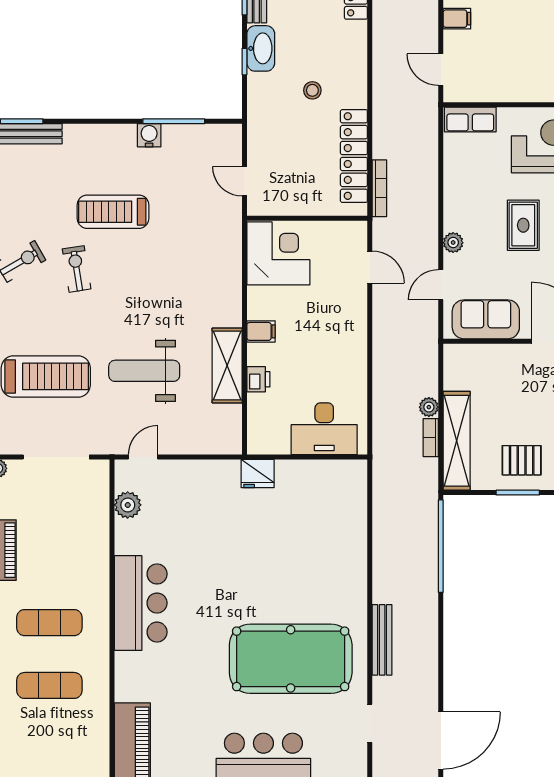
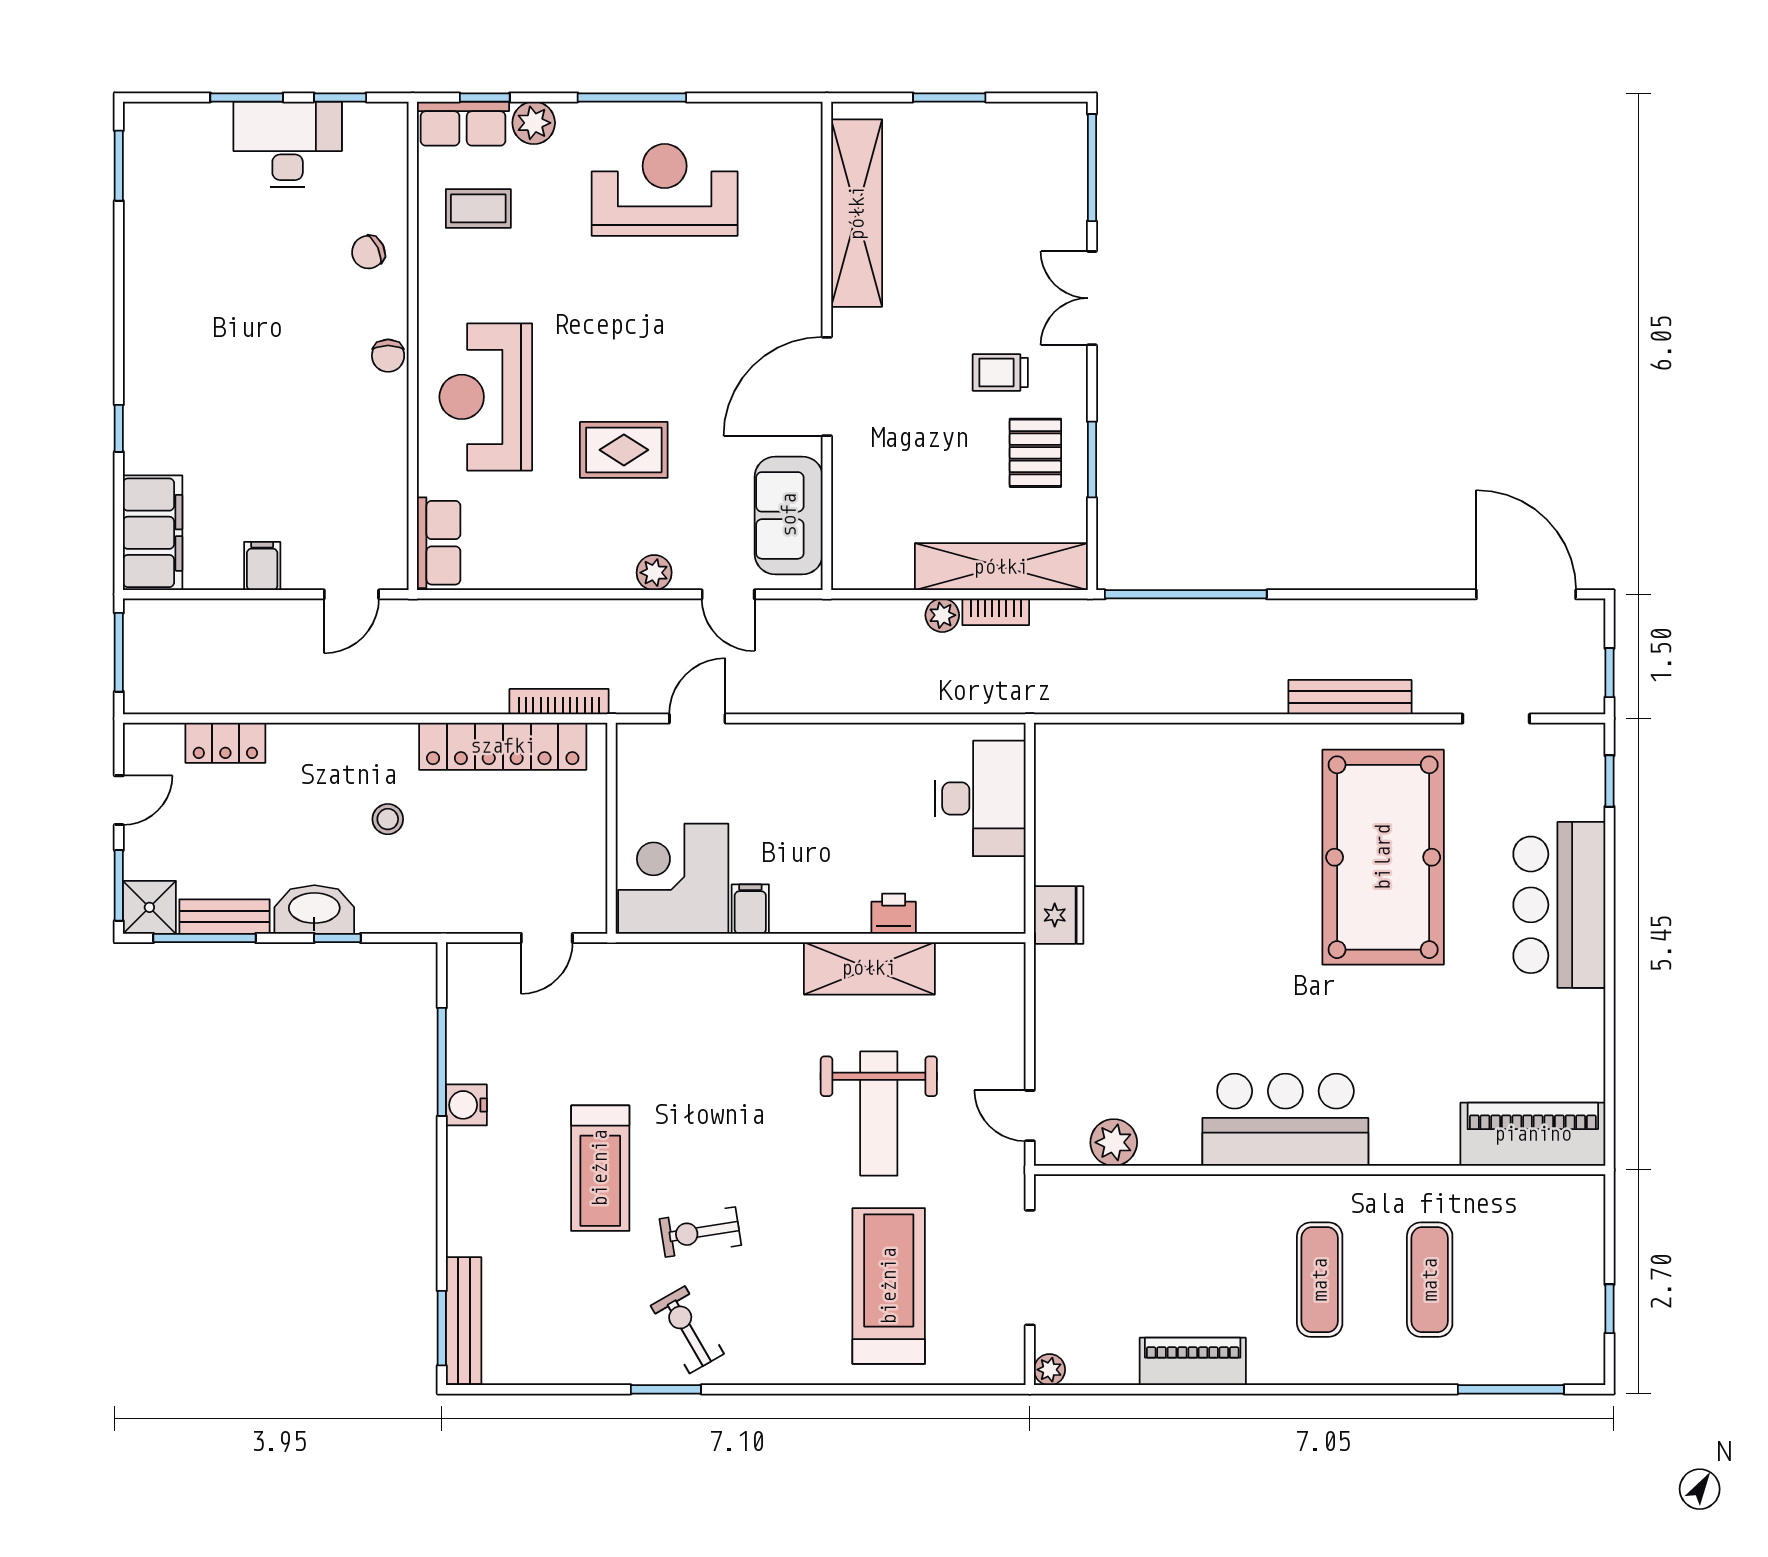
filing cabinet: (261, 331) -> (750, 909), moved

